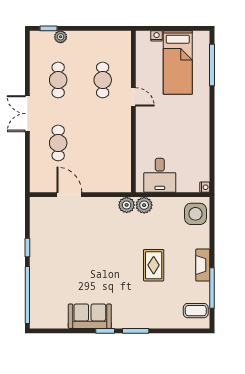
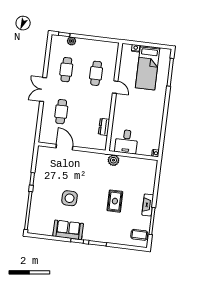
dresser: (124, 158) -> (104, 127), added
plant: (127, 205) -> (102, 159), removed
side table: (195, 214) -> (70, 198), moved

